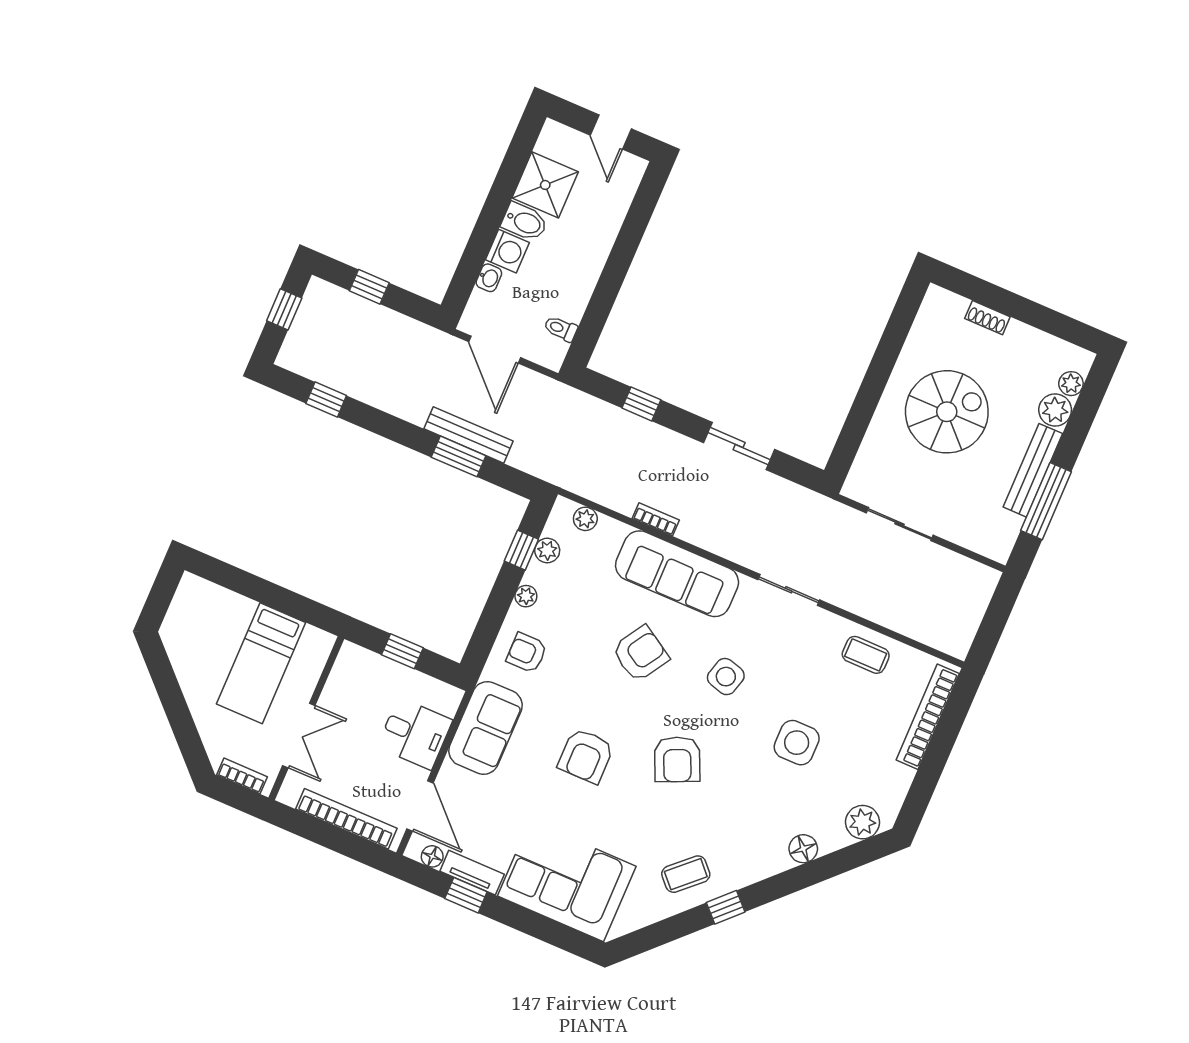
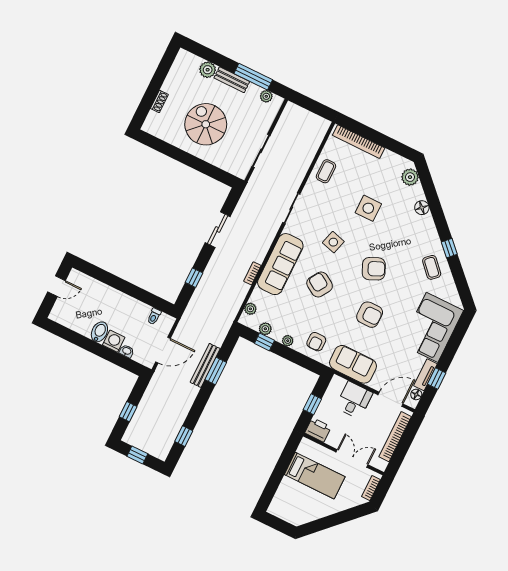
shower: (545, 185) -> (81, 320), removed
plant: (1071, 384) -> (266, 96), moved
bench: (1033, 470) -> (232, 80), width x0.73
printer: (352, 665) -> (318, 430), added

